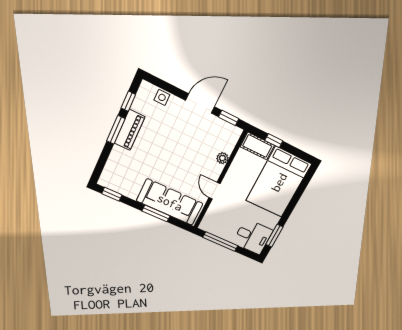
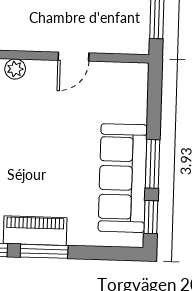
sofa: (170, 202) -> (123, 178), moved
window: (156, 213) -> (152, 164), moved

